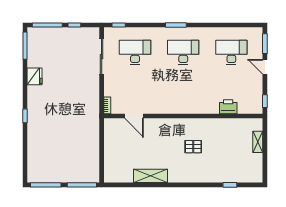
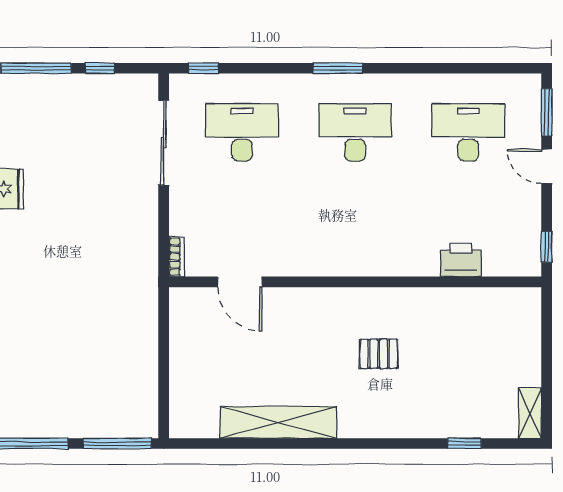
shelving: (258, 142) -> (530, 413), moved
shelving: (150, 176) -> (278, 422), width x1.47

